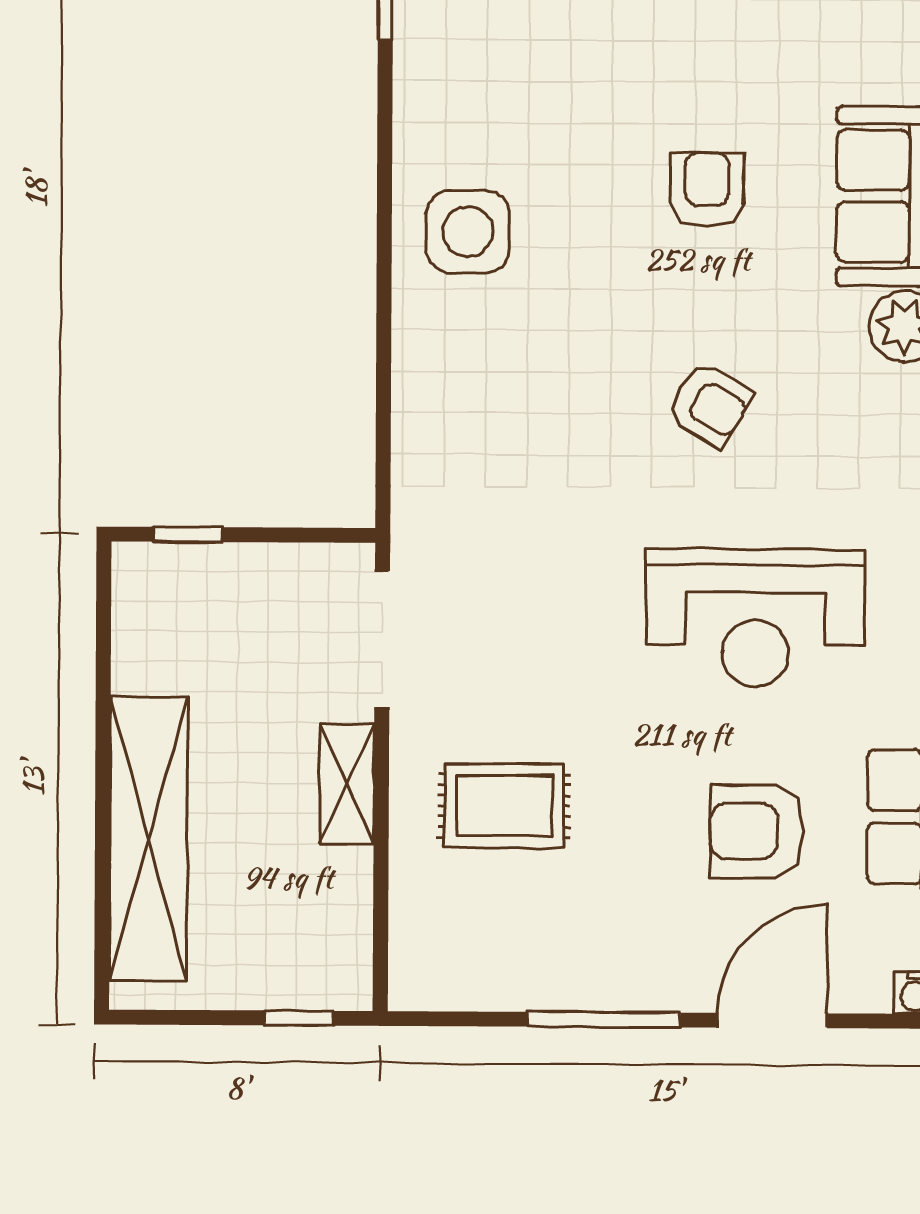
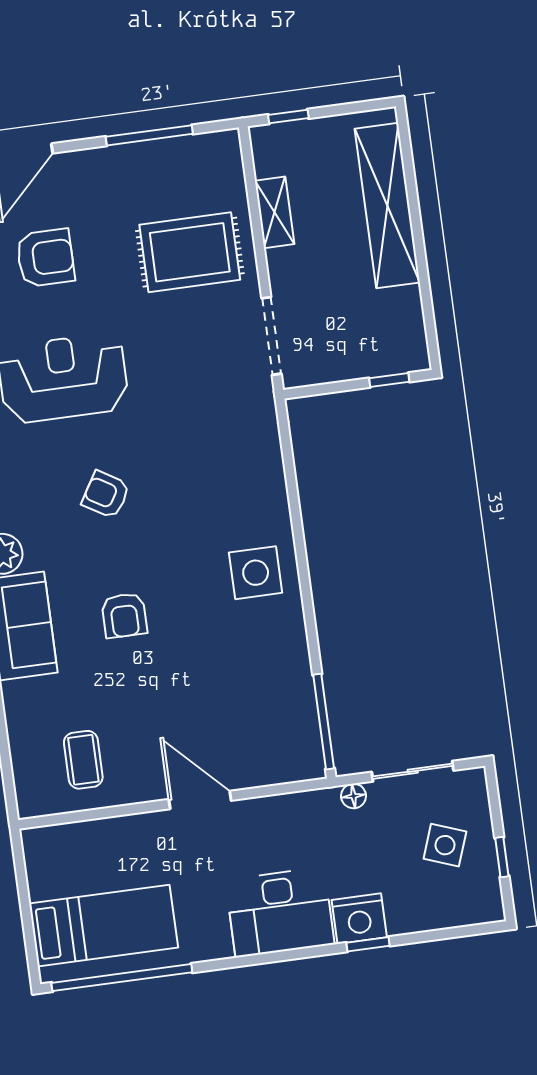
shelving: (347, 784) -> (275, 212), moved
rug: (504, 806) -> (190, 252), width x1.36, depth x1.43
window: (604, 1020) -> (149, 135), moved

